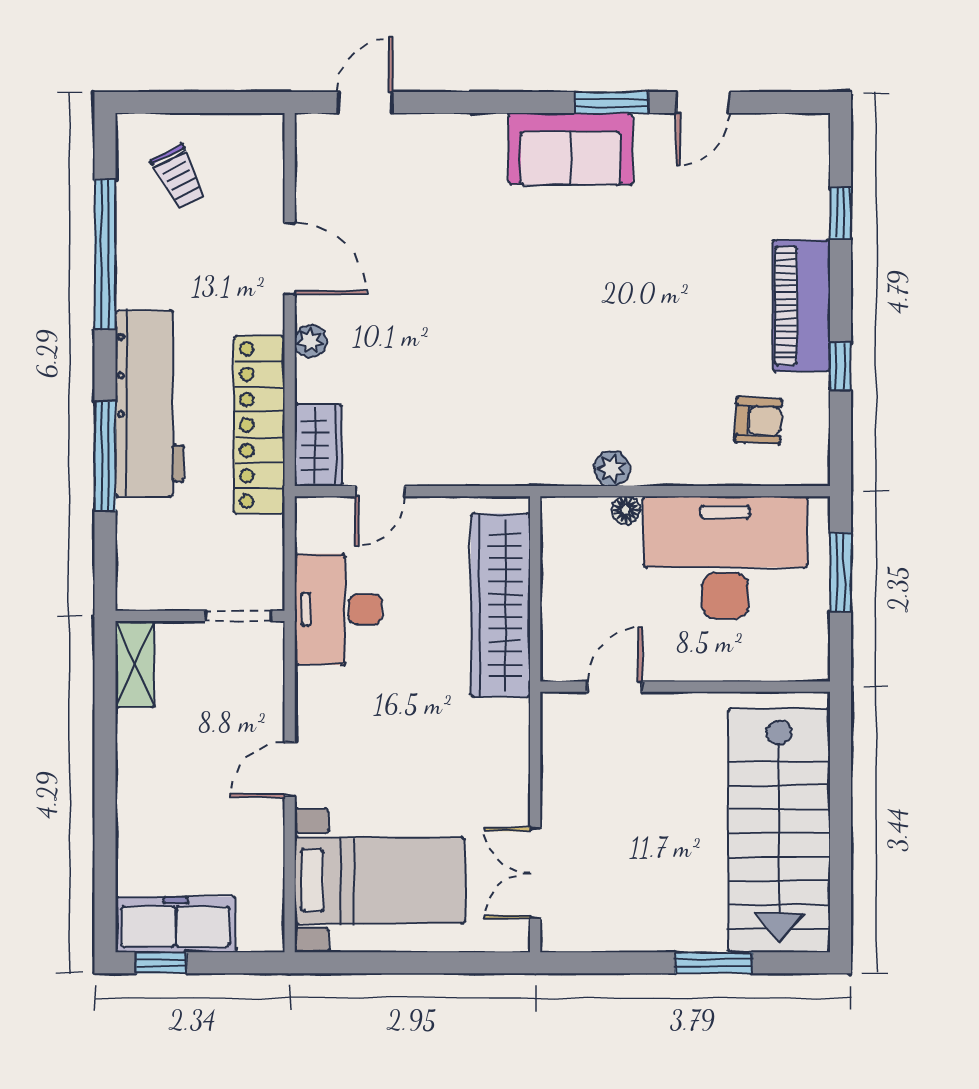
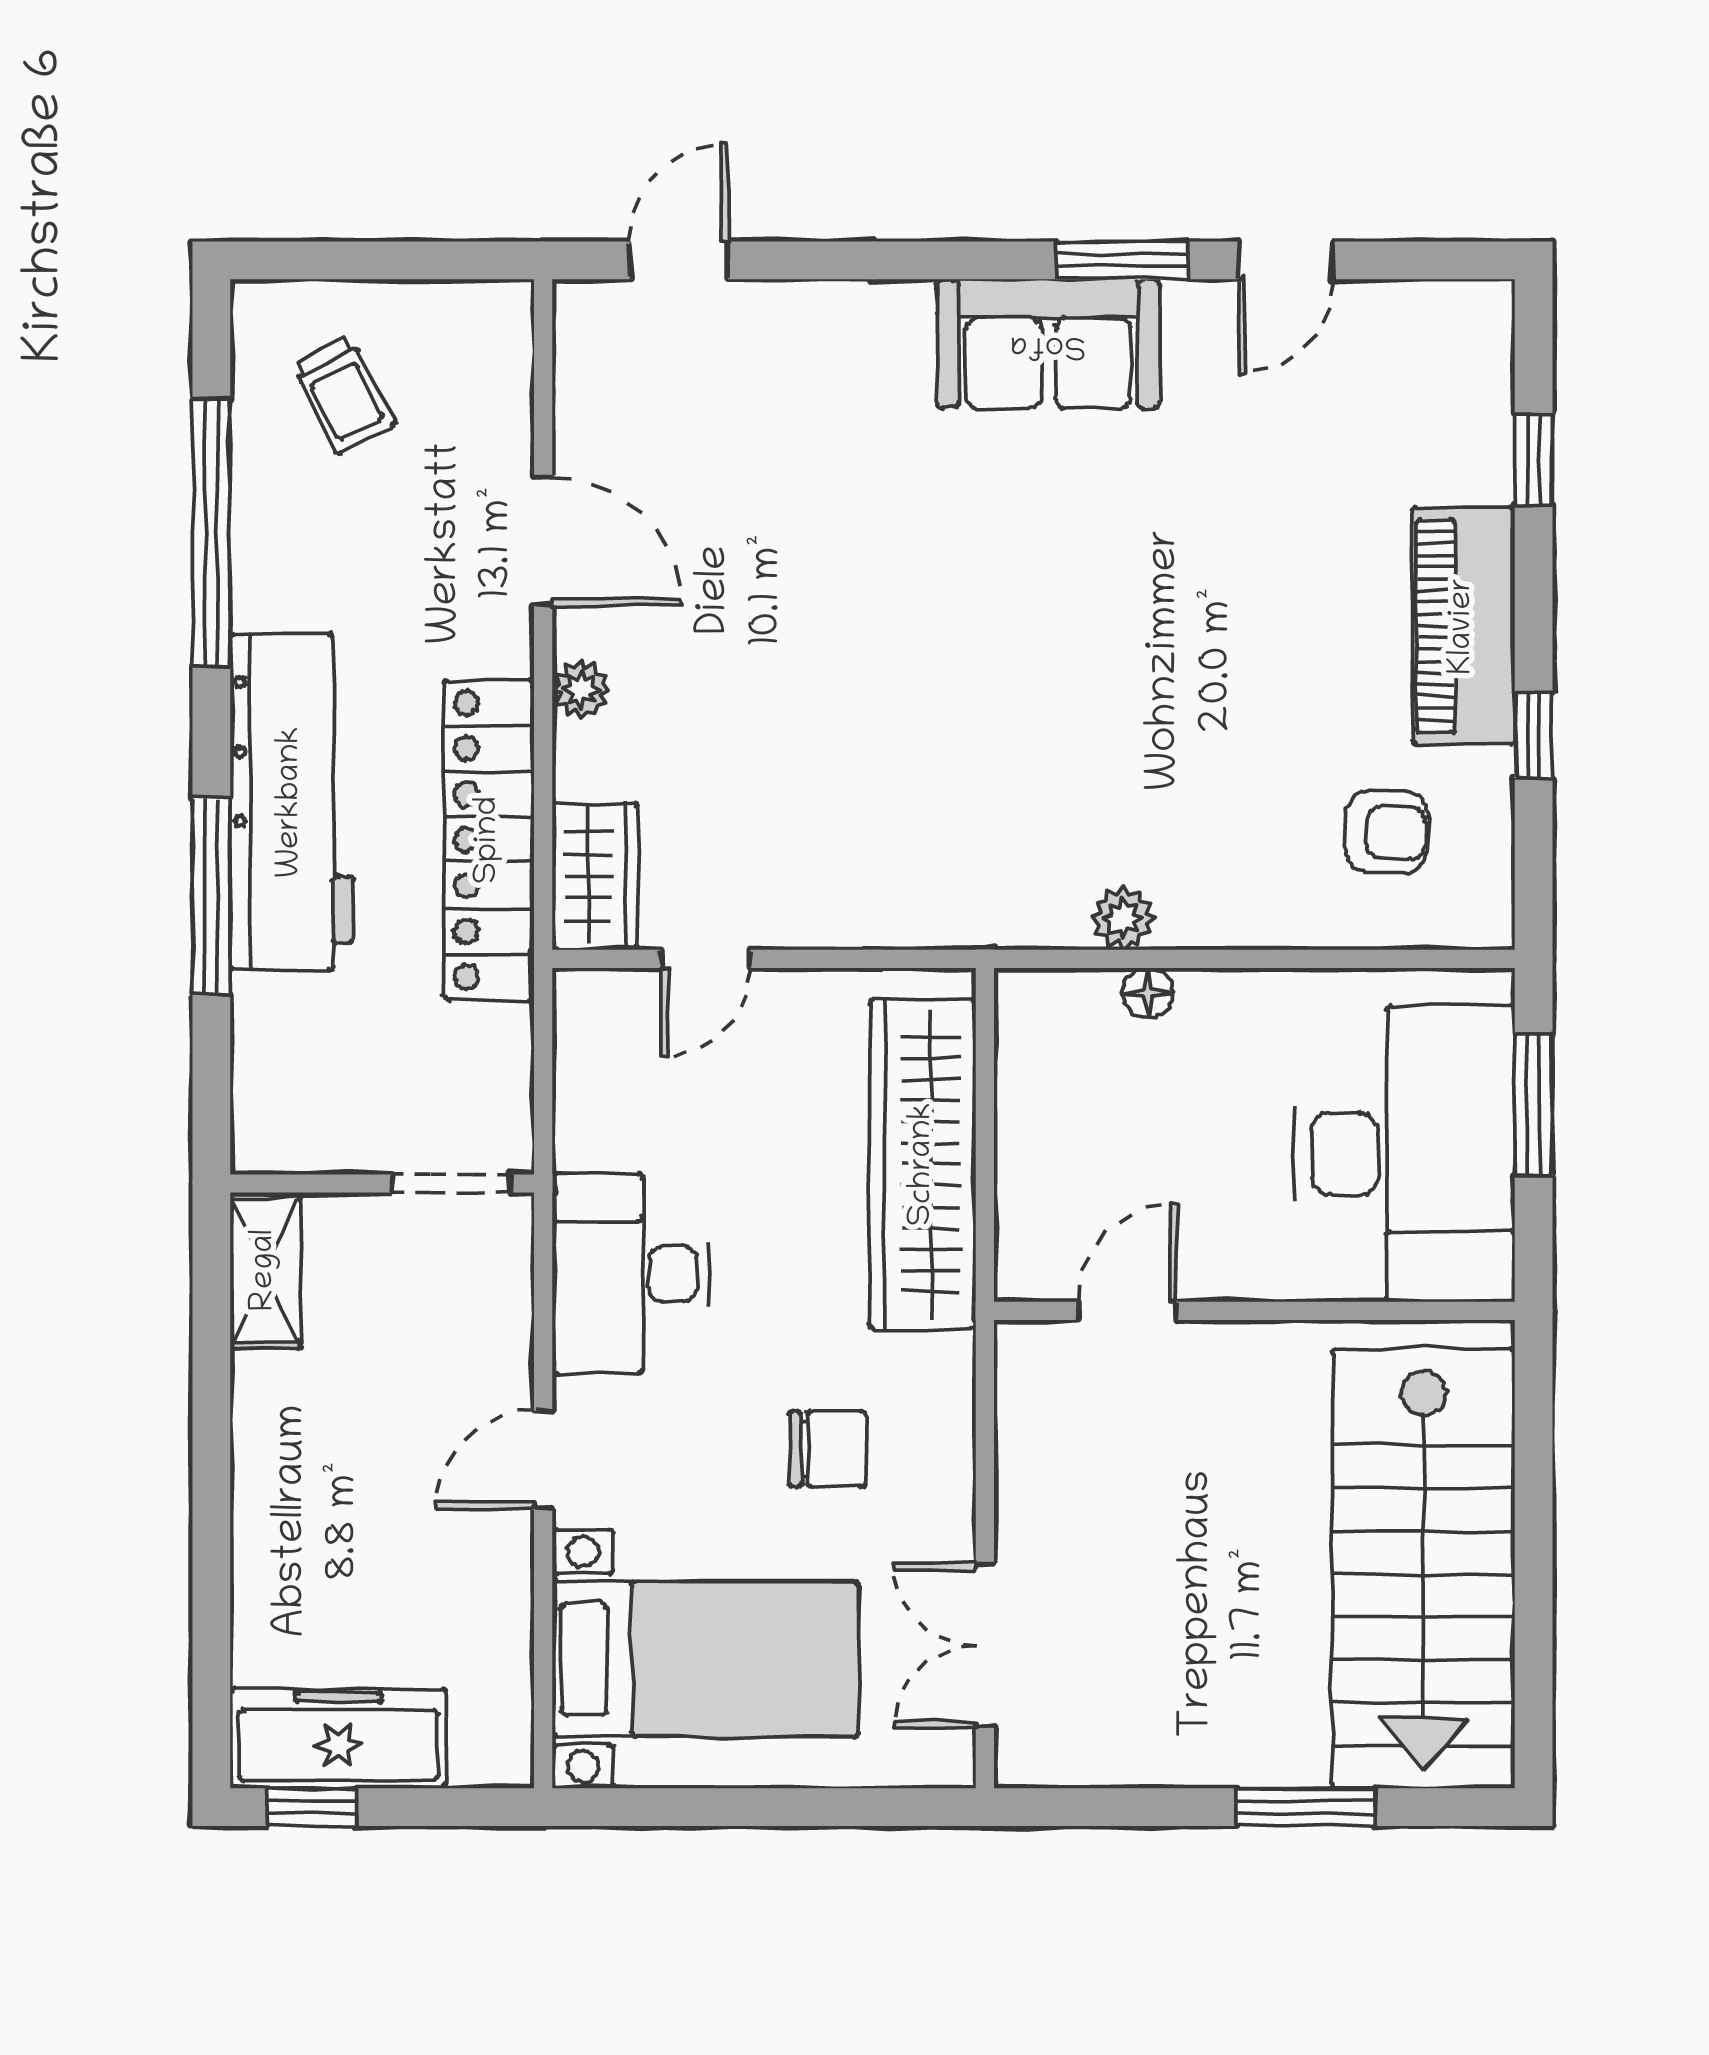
desk: (725, 558) -> (1404, 1154), moved, turned 90
desk: (338, 609) -> (630, 1273), moved
chair: (447, 763) -> (827, 1449), added

